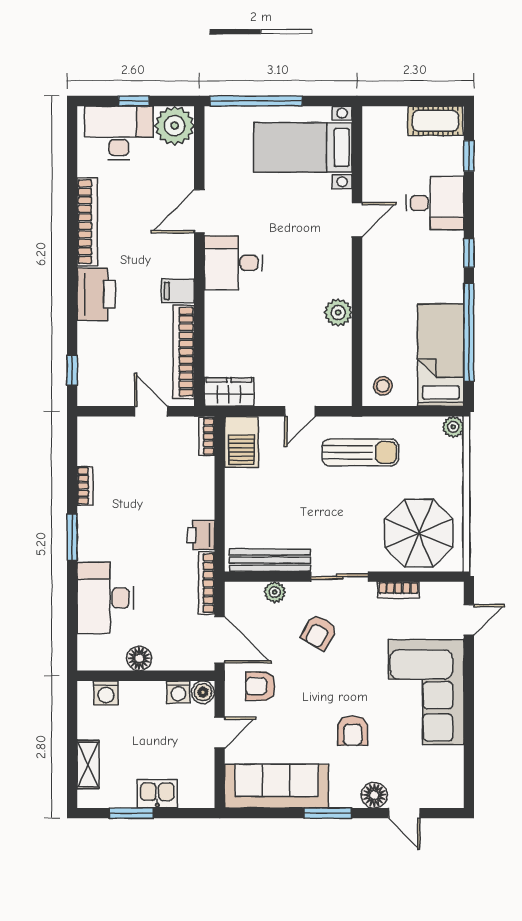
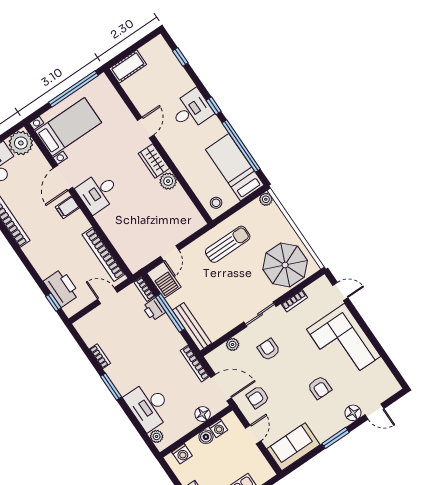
window: (256, 101) -> (73, 89), moved
cot: (435, 121) -> (128, 67), moved
bed with nightstands: (303, 147) -> (68, 127), moved, turned 180
desk: (435, 203) -> (191, 110), moved
filing cabinet: (178, 291) -> (67, 207), moved
printer: (96, 294) -> (62, 288), moved
wardrobe: (229, 392) -> (154, 161), moved, turned -90
door: (300, 411) -> (170, 253), moved
window: (220, 492) -> (170, 313), added
printer: (201, 535) -> (154, 309), moved
bench: (270, 560) -> (192, 327), moved, turned 90
door: (469, 620) -> (340, 291), hinge flipped
armchair: (319, 632) -> (269, 350), turned 150
plant: (88, 646) -> (157, 436), added
floor lamp: (139, 658) -> (203, 414), moved
boiler: (203, 692) -> (206, 437), moved
sofa: (276, 786) -> (293, 447), width x0.73

